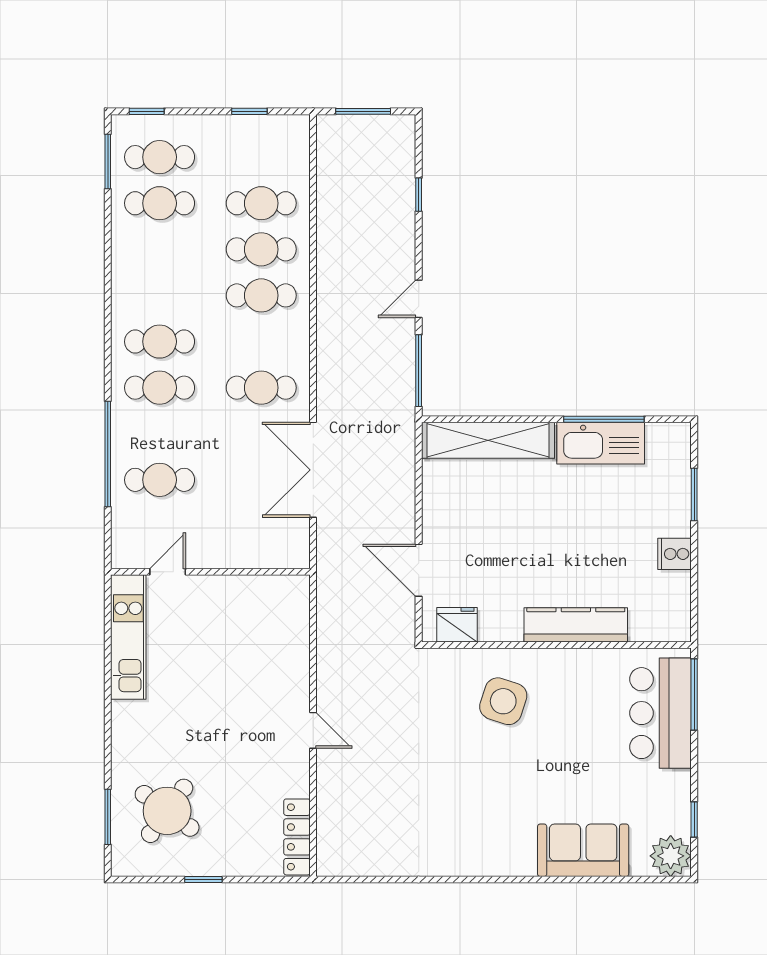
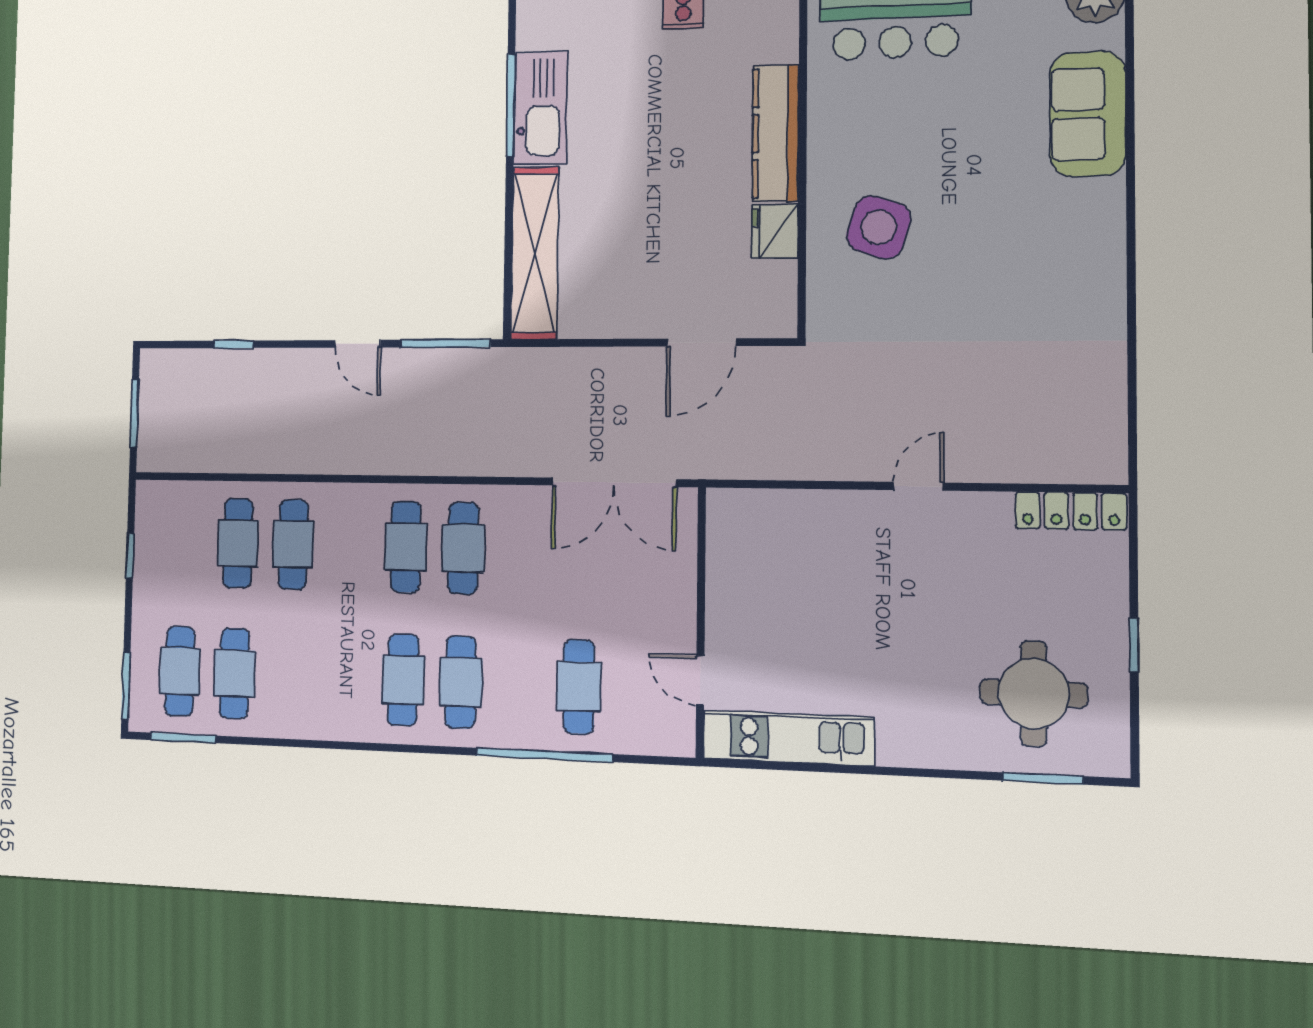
window: (147, 111) -> (126, 686), width x1.50
cafe table: (261, 295) -> (406, 547), moved
double door: (313, 470) -> (614, 482), moved
fridge: (457, 625) -> (775, 231), moved
round table: (167, 811) -> (1034, 694), turned -36

